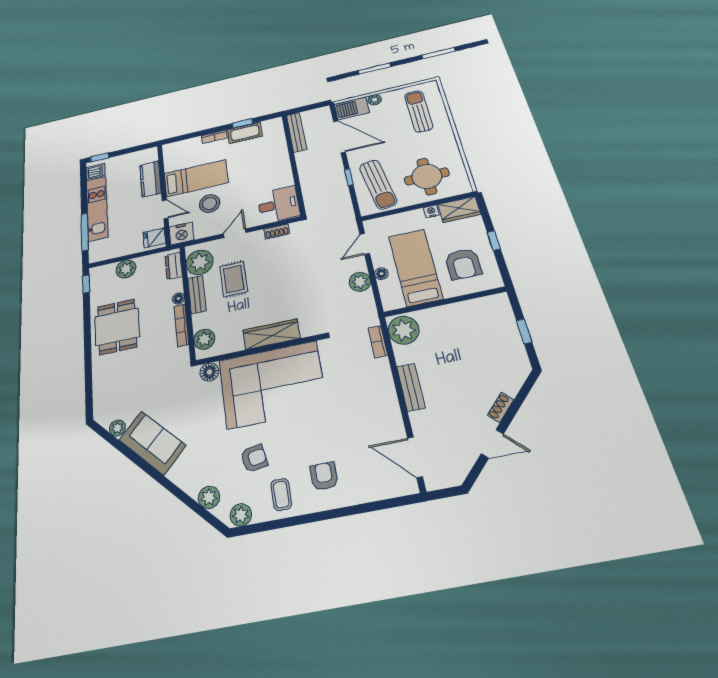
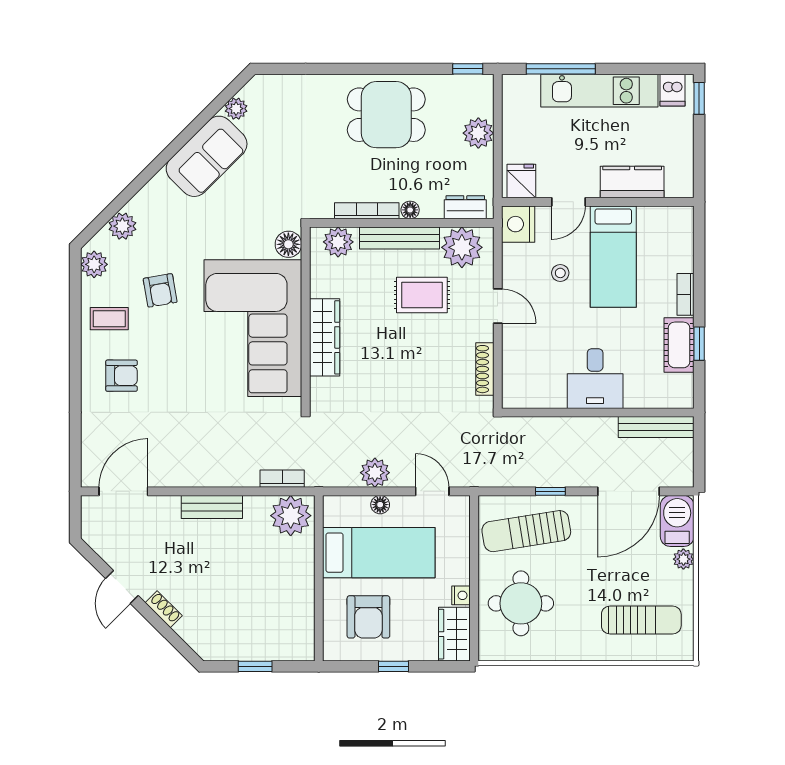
stool: (209, 204) -> (560, 273), width x0.53, depth x0.53
desk: (278, 205) -> (595, 379), moved
shoe rack: (277, 231) -> (485, 369), width x1.43
armchair: (463, 264) -> (368, 617), turned -90
bench: (197, 294) -> (399, 238), width x1.36

